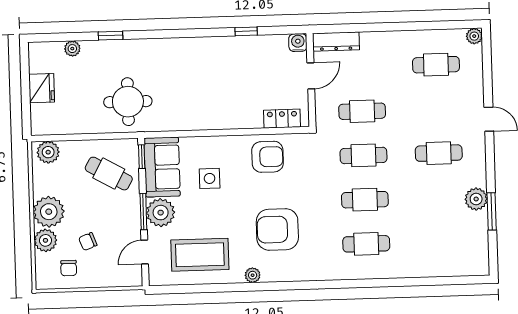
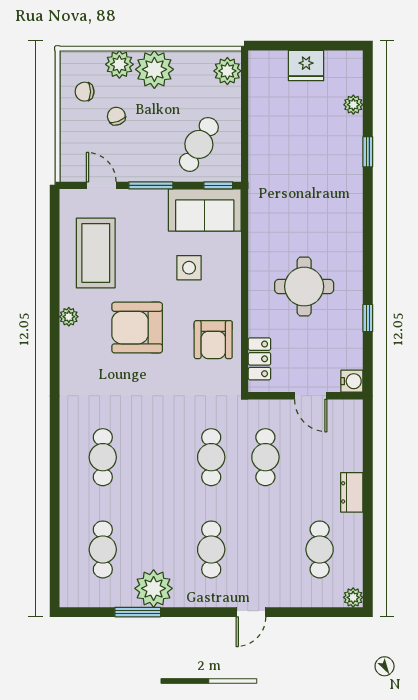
dresser: (336, 42) -> (352, 492), moved, width x0.70
round table: (128, 102) -> (304, 287), moved
plant: (476, 199) -> (154, 588), width x1.36, depth x1.36
cafe table: (365, 200) -> (103, 549), moved
plant: (161, 213) -> (149, 206), removed
armchair: (277, 229) -> (137, 328), moved, turned -90

